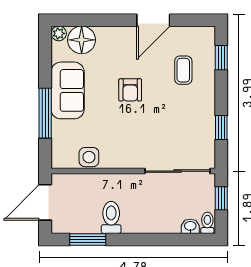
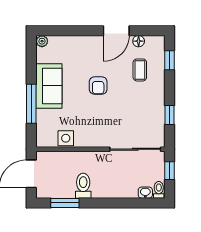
floor lamp: (82, 40) -> (139, 41), moved, width x0.53, depth x0.53

